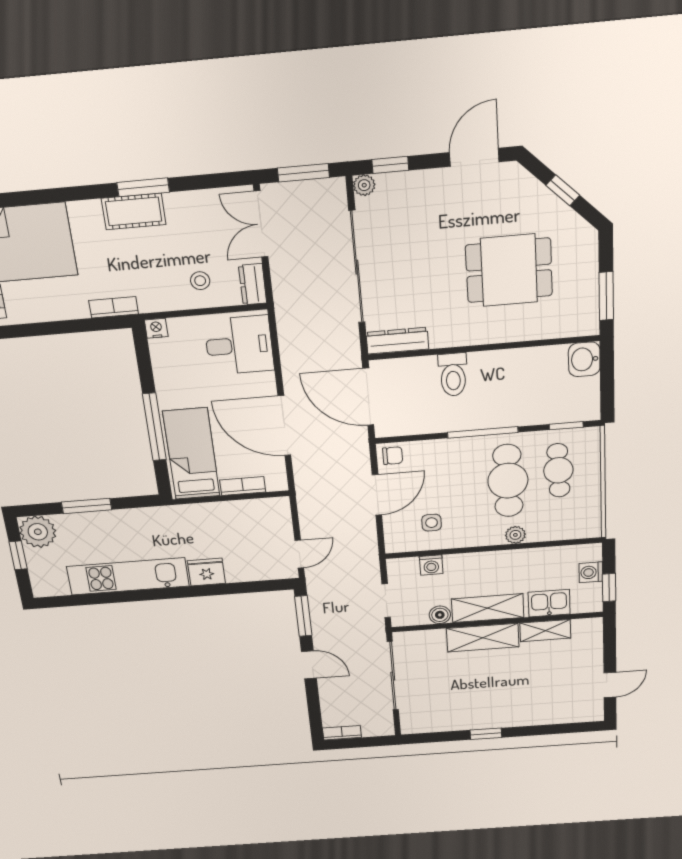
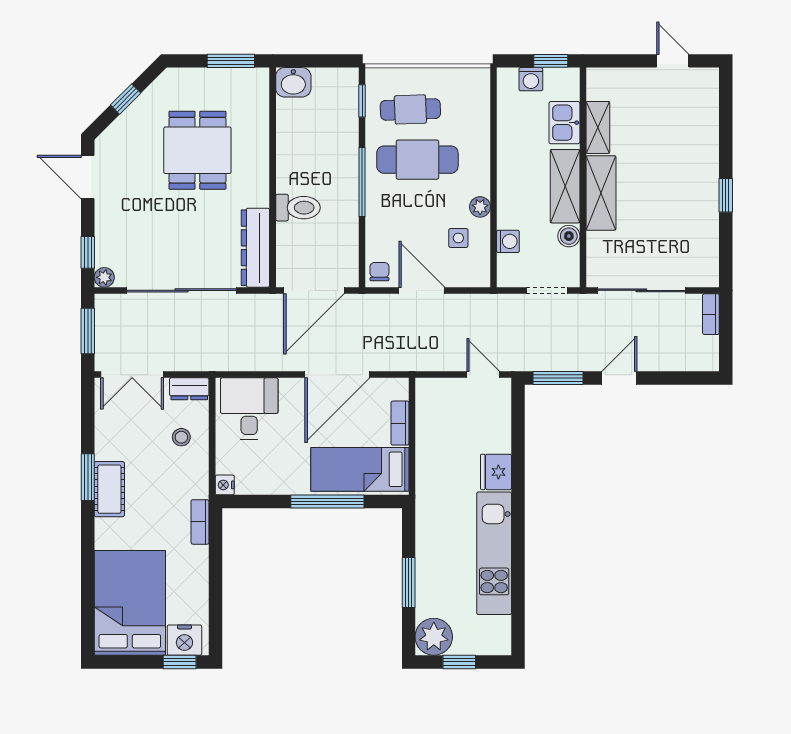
dresser: (397, 341) -> (255, 248), width x1.37, depth x1.24
plant: (515, 535) -> (480, 207), moved
bookcase: (342, 733) -> (711, 314), moved

